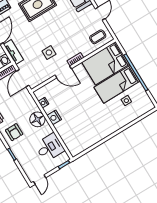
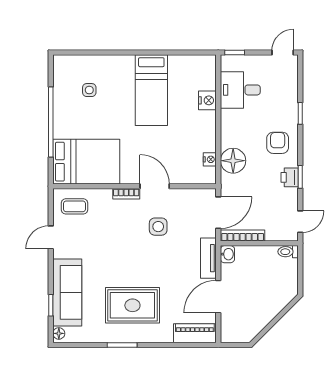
bed: (117, 84) -> (151, 90), moved, turned 90
nightstand: (54, 117) -> (207, 100), moved
floor lamp: (37, 119) -> (233, 161), moved

